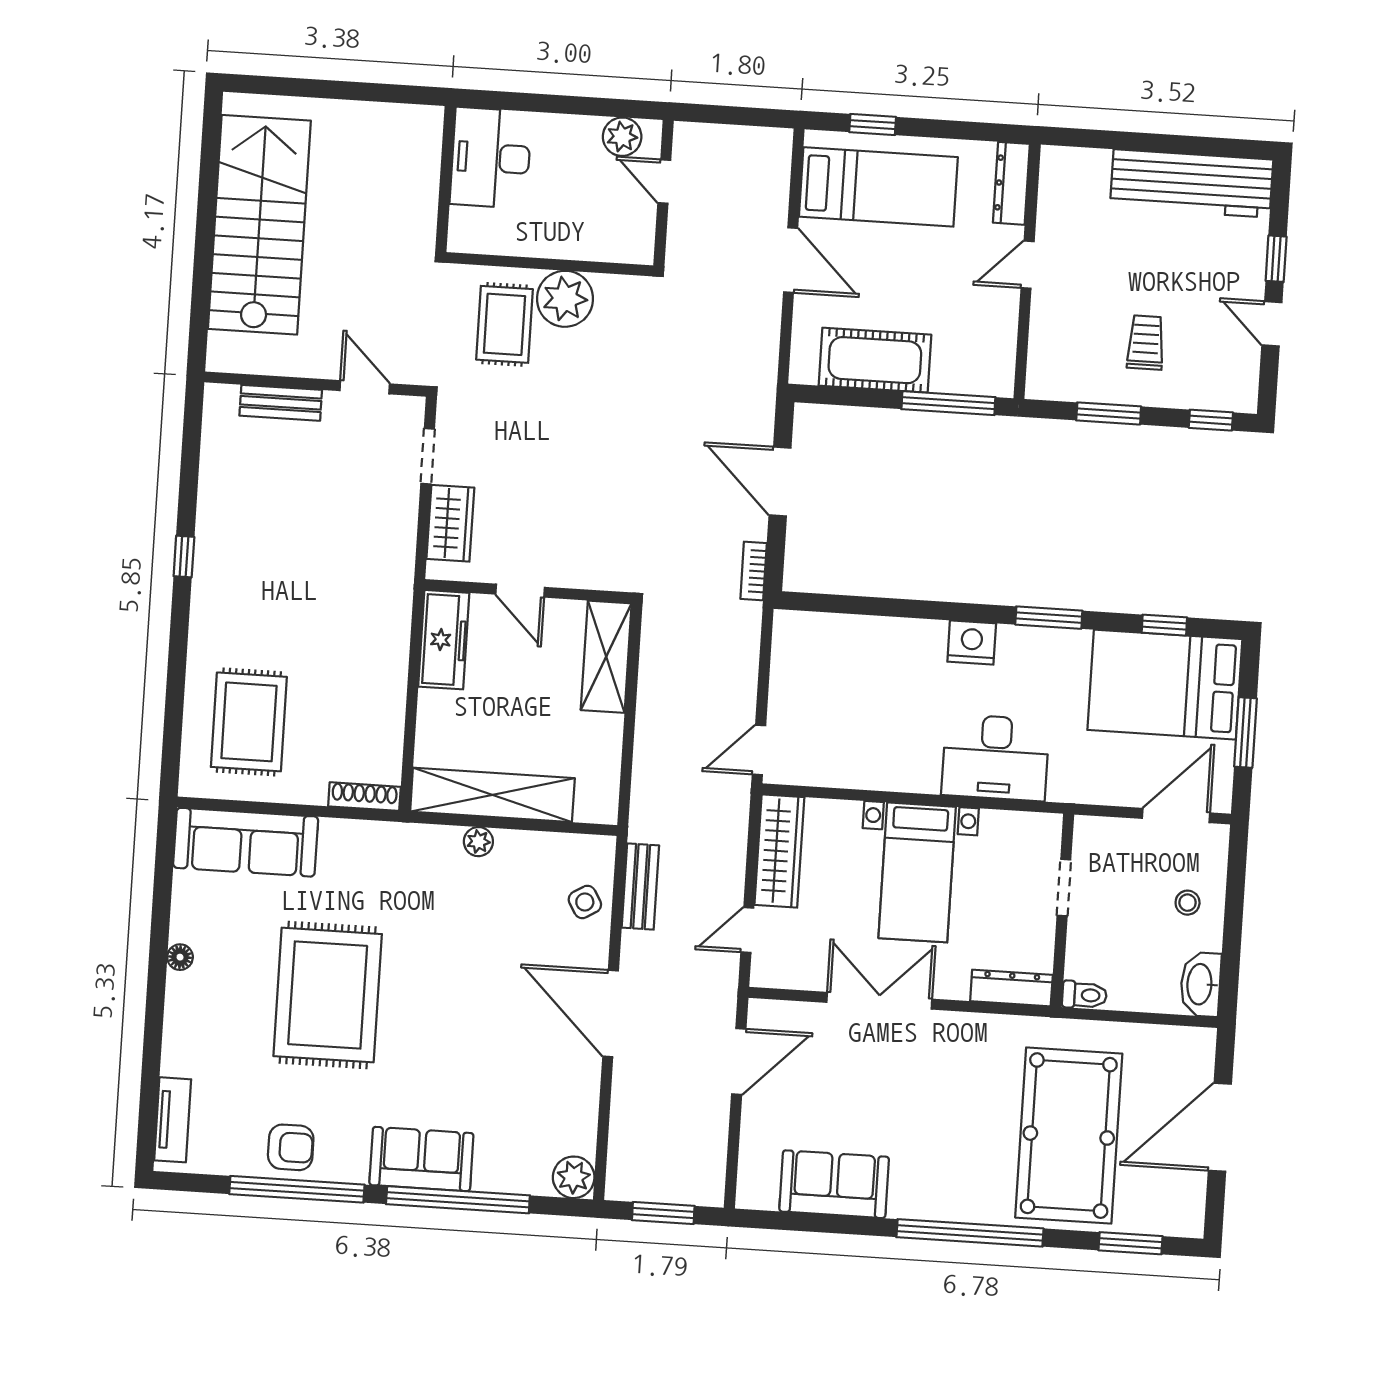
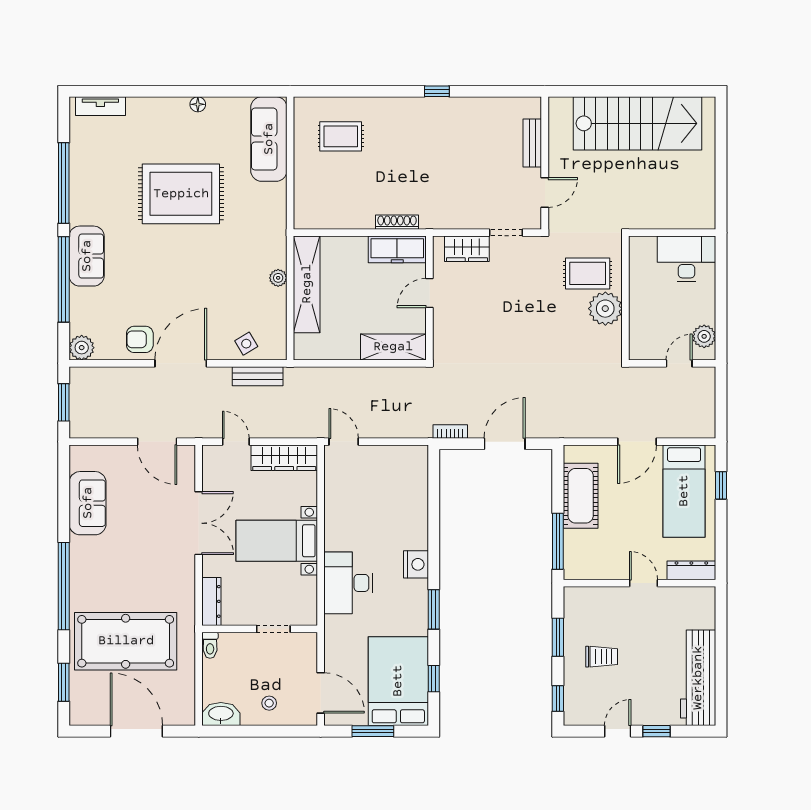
rug: (249, 722) -> (341, 136), width x0.73, depth x0.70
shoe rack: (364, 797) -> (397, 222), moved, turned -90
armchair: (291, 1147) -> (140, 339), moved, turned 90

